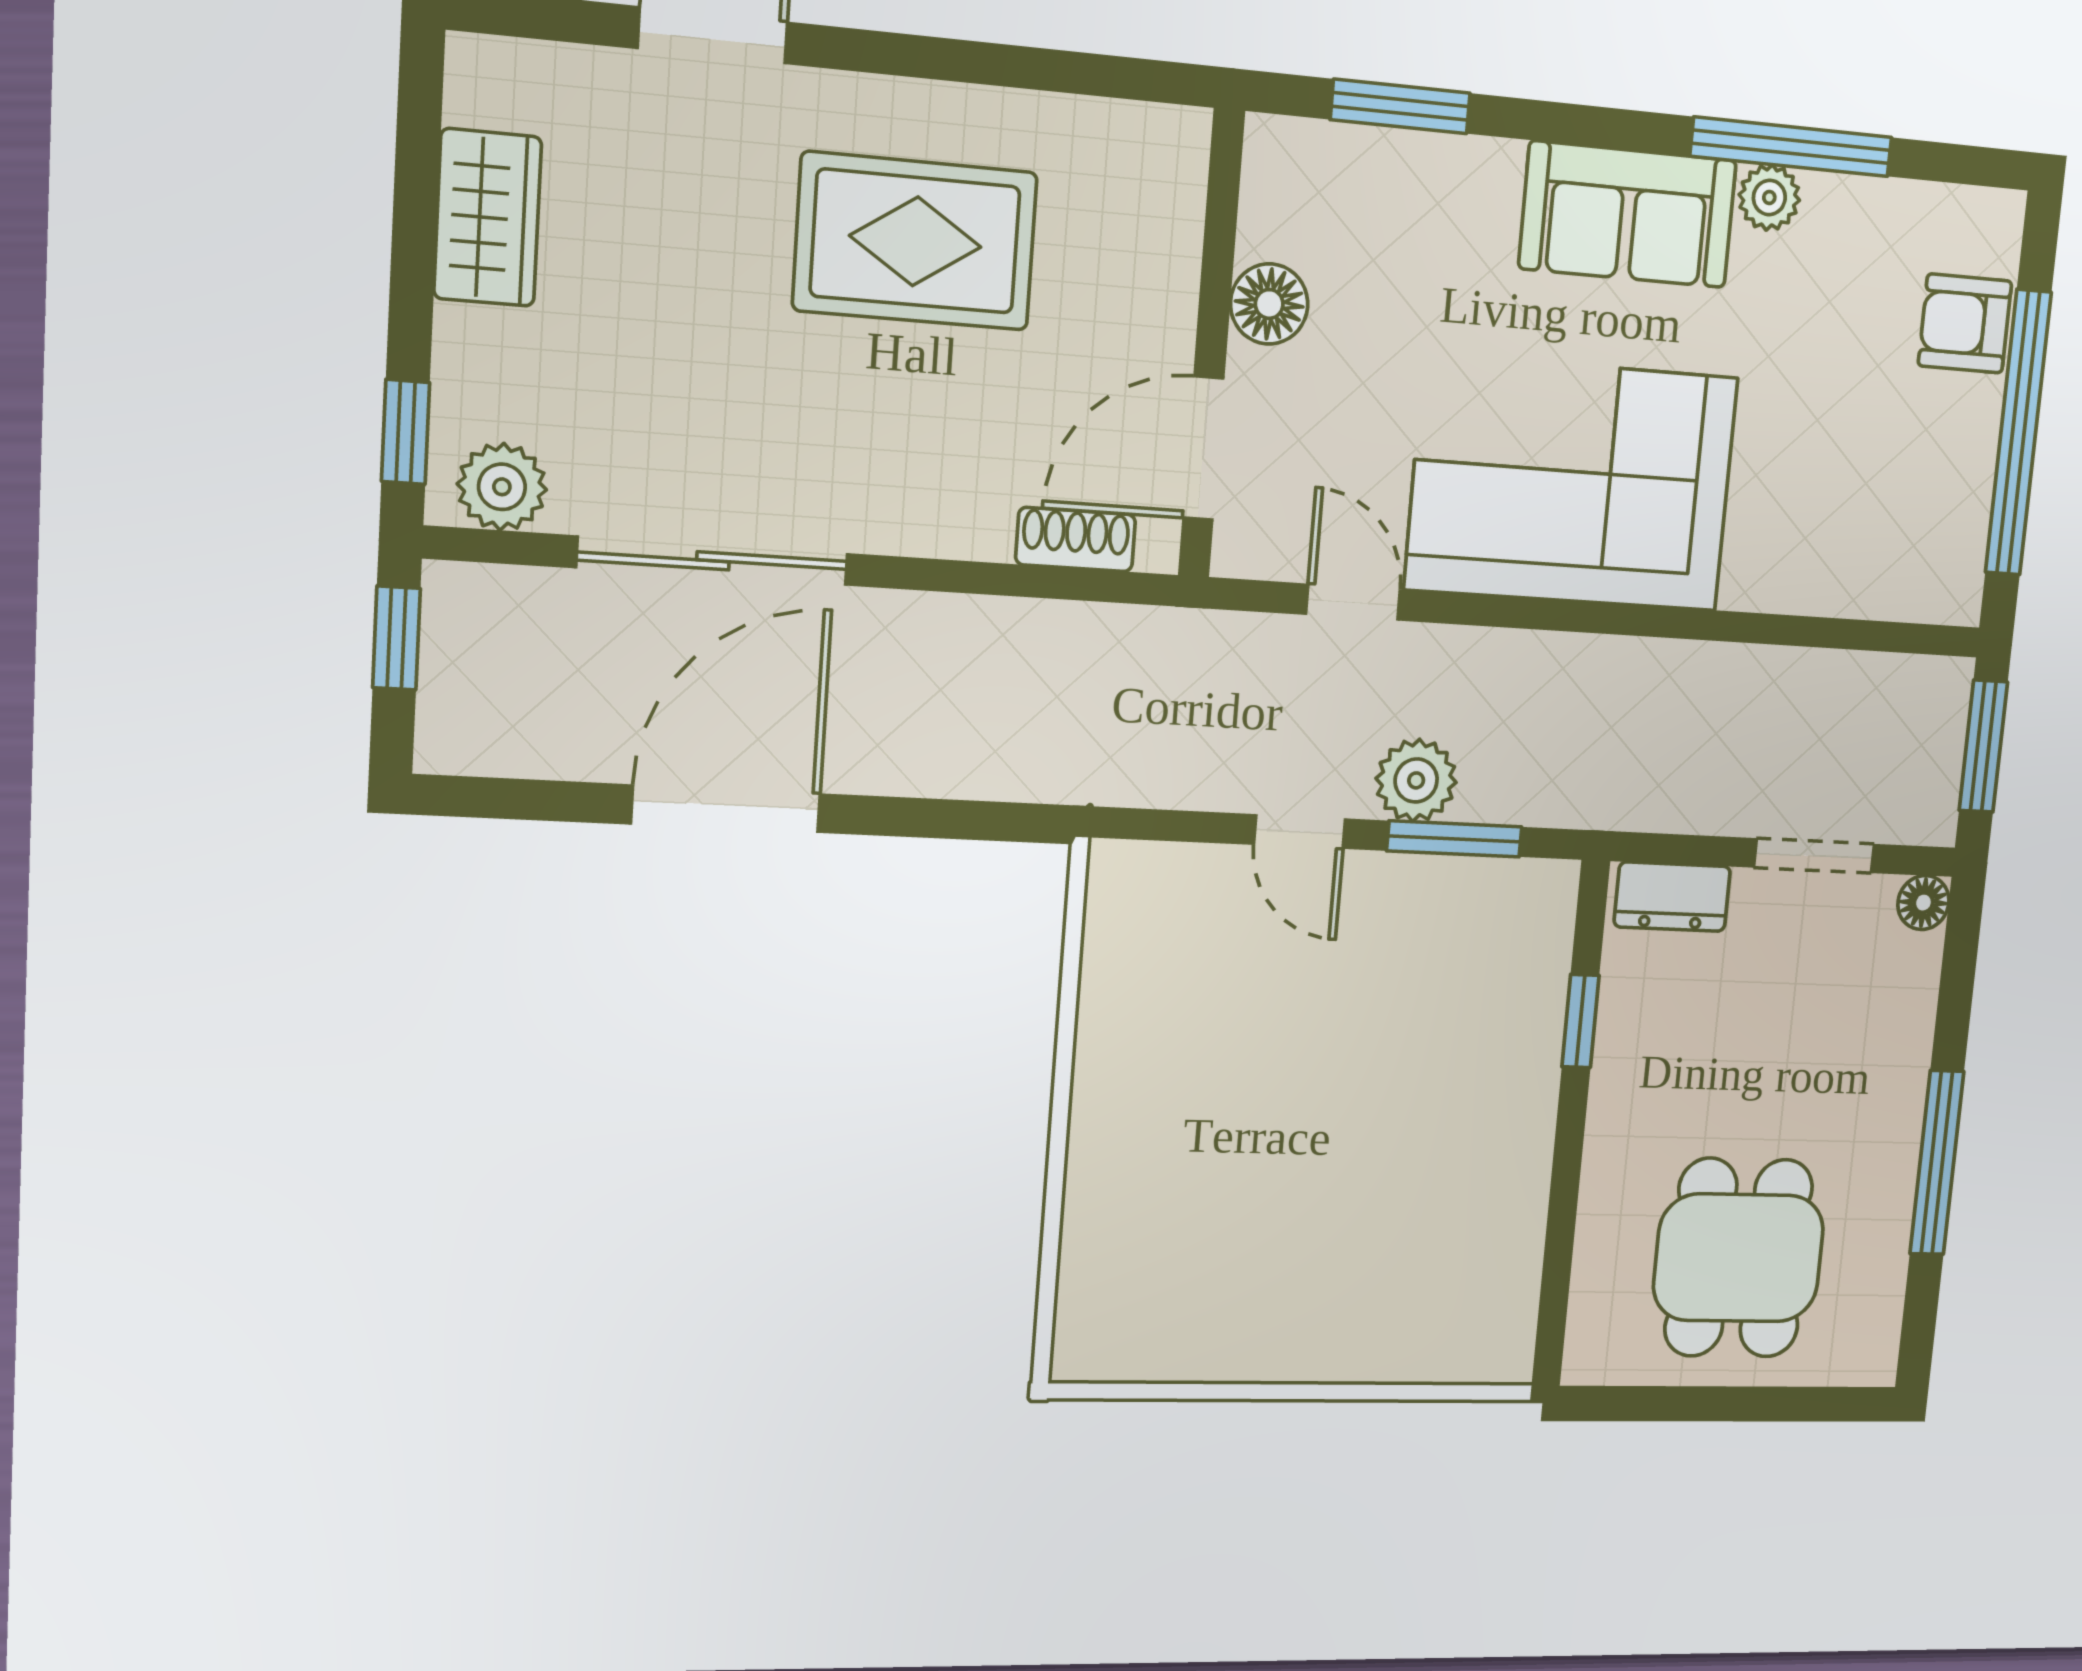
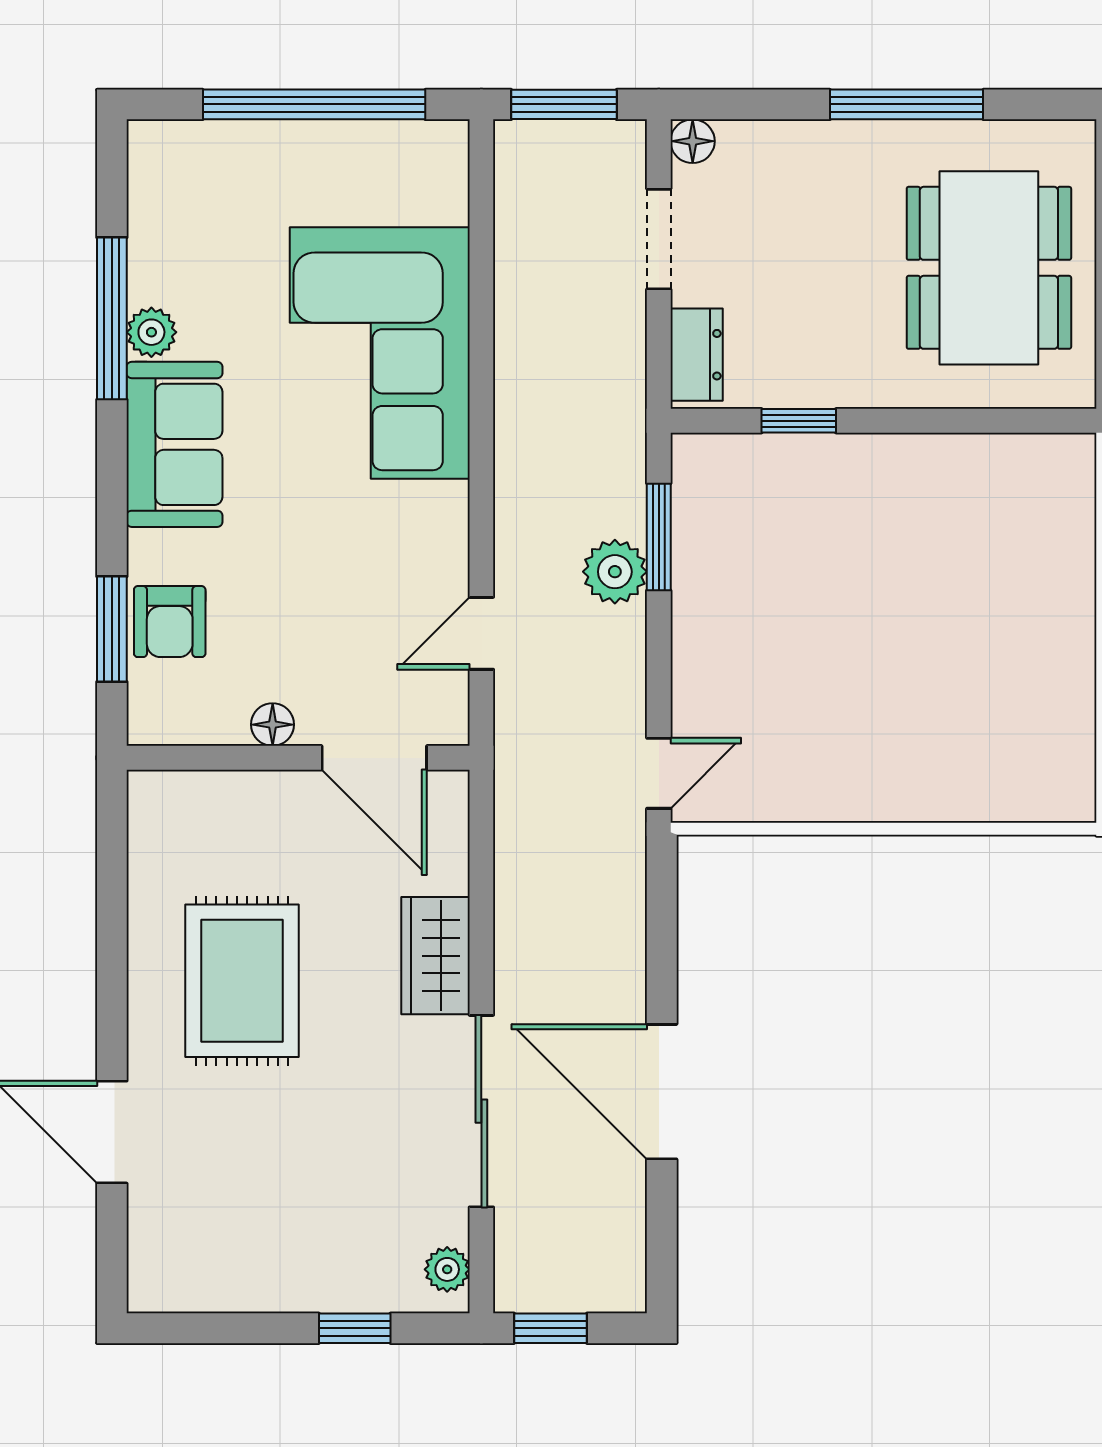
wardrobe: (488, 218) -> (436, 956), moved, turned -90
floor lamp: (1269, 304) -> (273, 725), width x0.73, depth x0.73
armchair: (1965, 323) -> (170, 622), moved
window: (406, 432) -> (355, 1328), moved
corner sofa: (1572, 483) -> (380, 353), moved
plant: (502, 487) -> (447, 1269), width x0.73, depth x0.73
shoe rack: (1076, 540) -> (448, 849), removed
door: (1300, 832) -> (659, 773), moved
dining table: (1739, 1258) -> (989, 268), width x1.38

